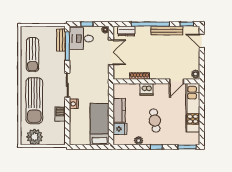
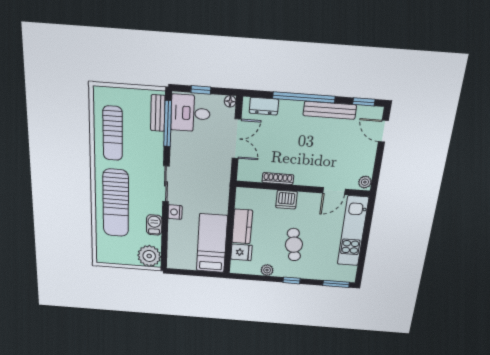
plant: (35, 137) -> (149, 256), moved

